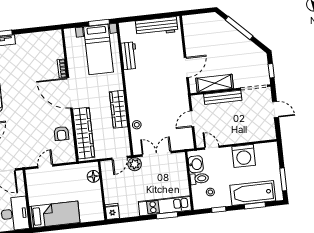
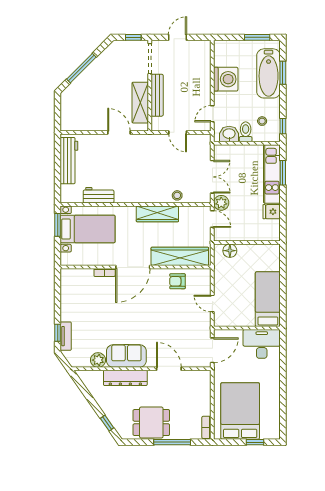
armchair: (61, 133) -> (177, 281), turned 180
double door: (157, 154) -> (212, 177), swing flipped
window: (219, 210) -> (283, 126), moved
fridge: (112, 211) -> (272, 212), moved

